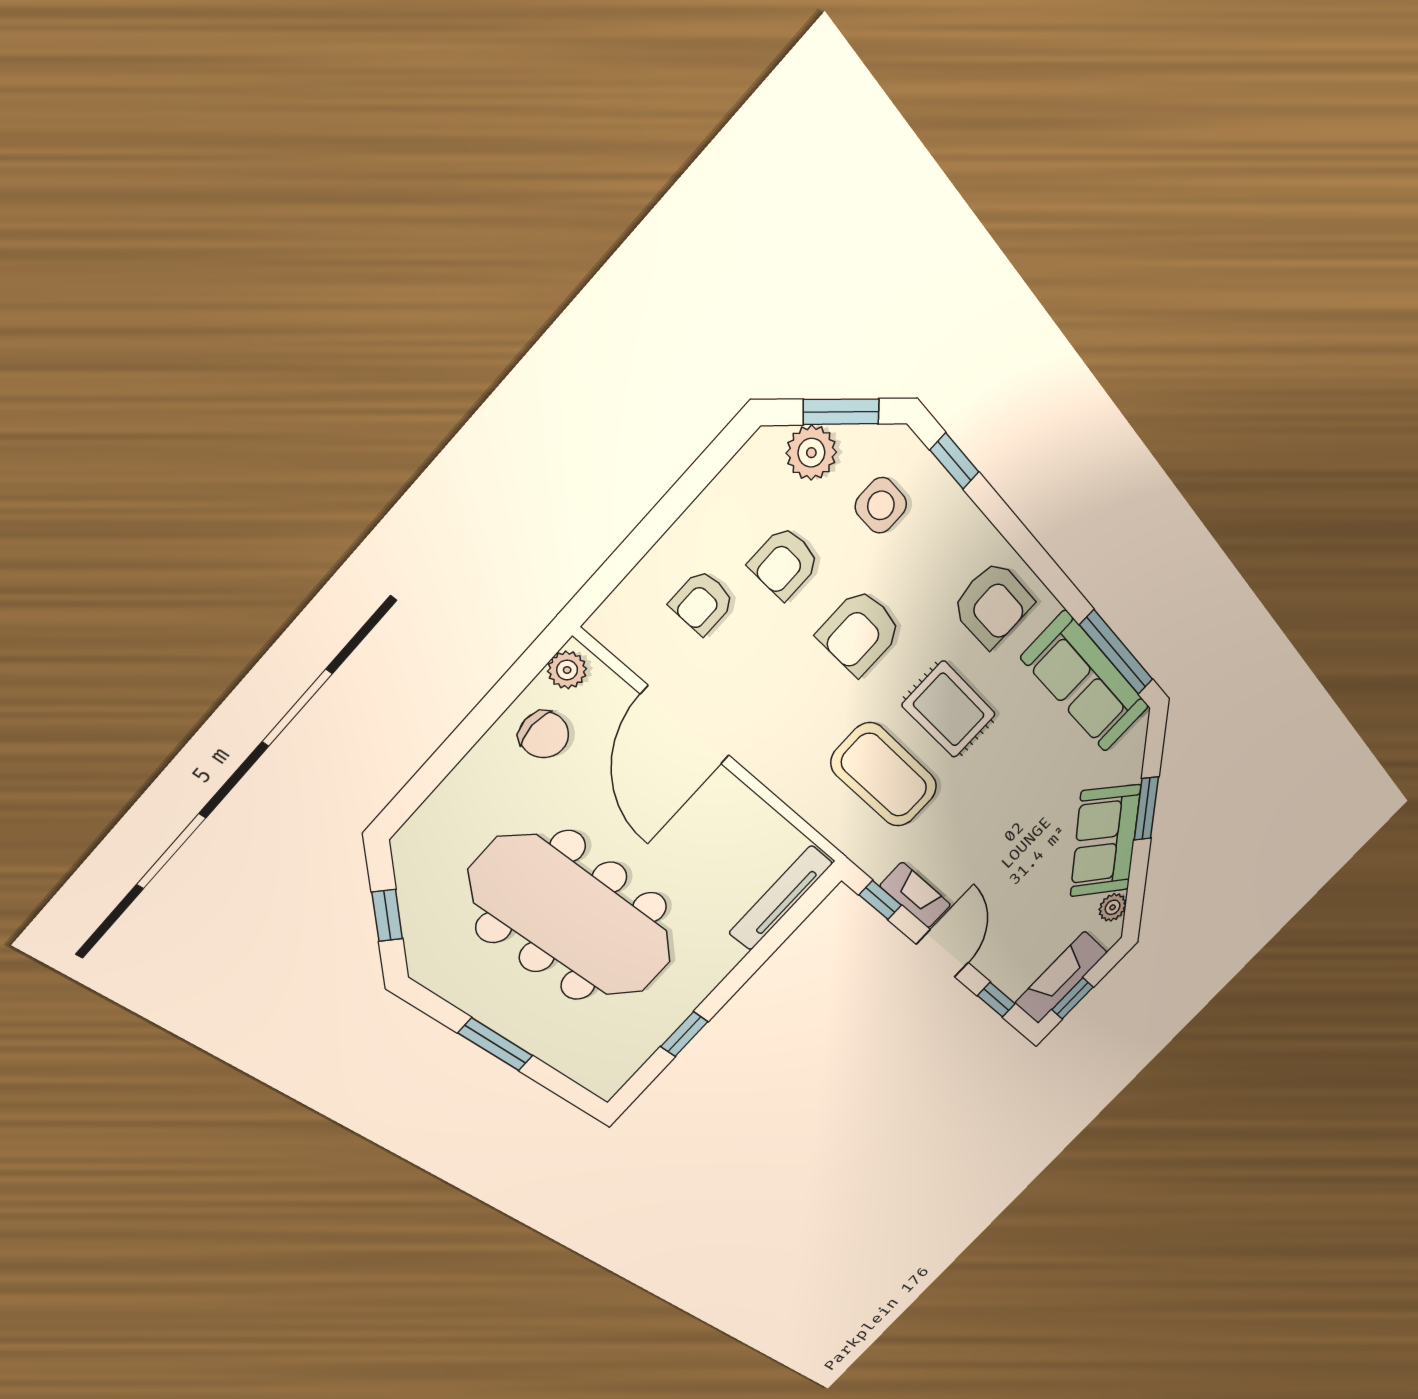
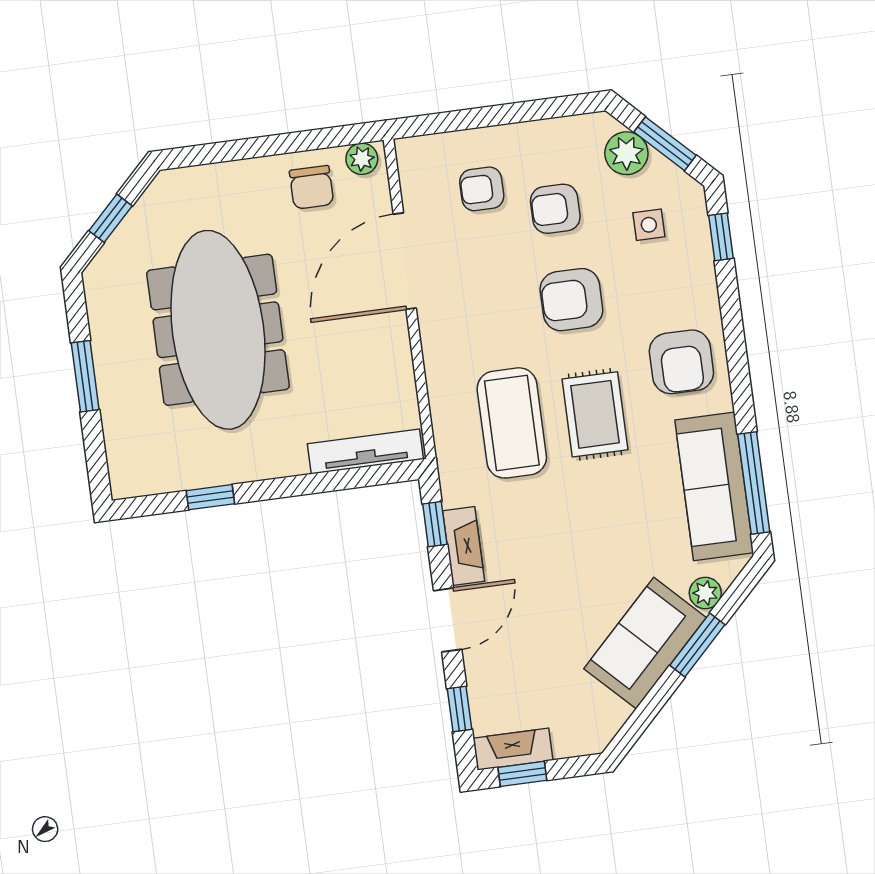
side table: (881, 505) -> (649, 225), width x0.73, depth x0.73
plant: (1113, 907) -> (705, 593), moved
fireplace: (1061, 978) -> (513, 749), width x0.73, depth x0.76

